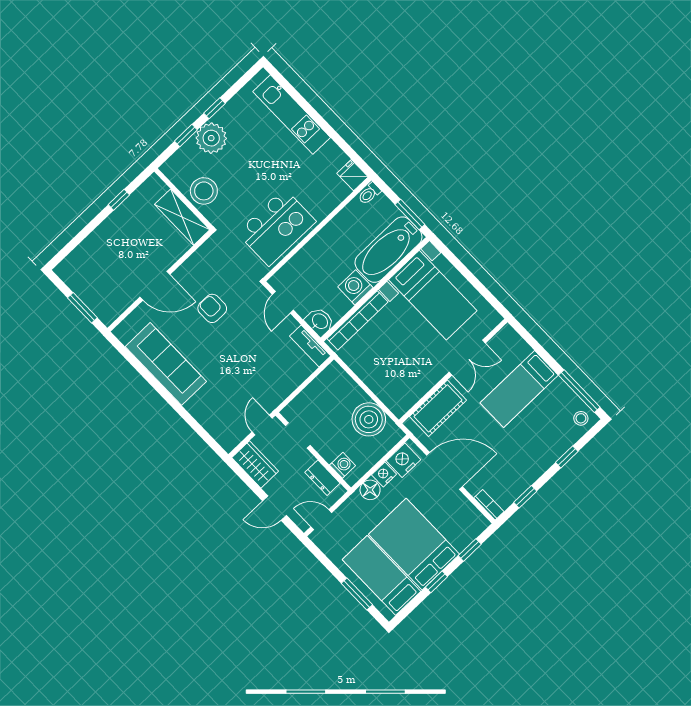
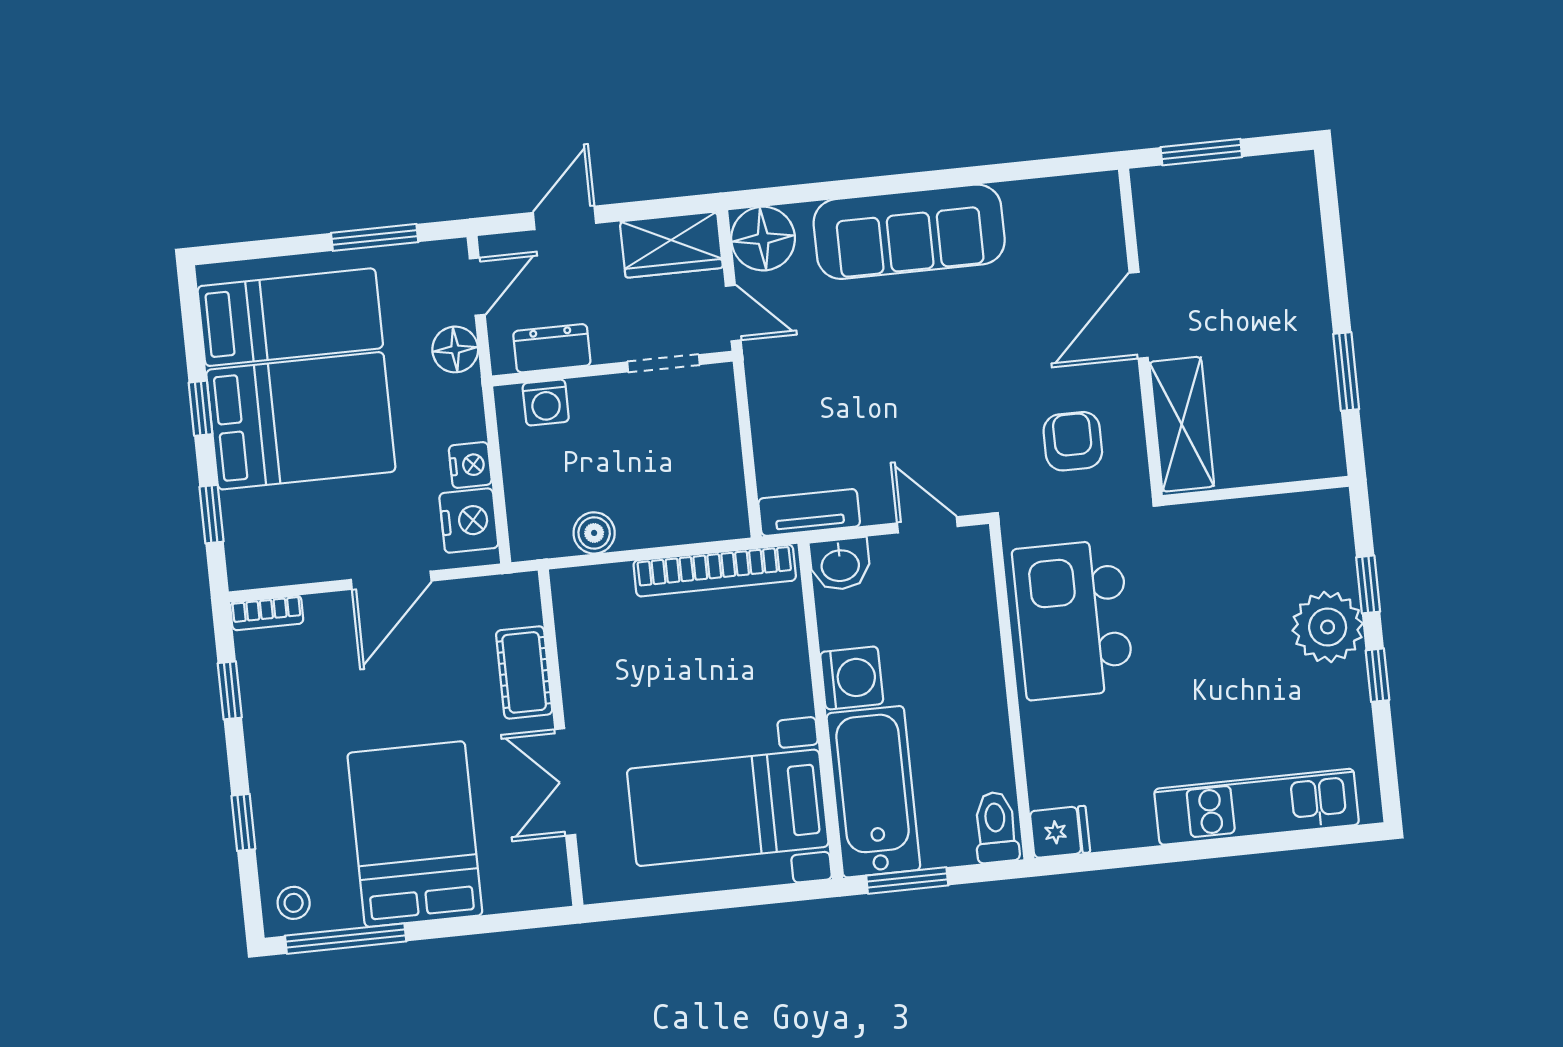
stool: (204, 191) -> (1242, 539), removed
toilet: (369, 194) -> (996, 827), width x1.37, depth x1.39
window: (119, 200) -> (1346, 372), width x1.50
shelving: (182, 217) -> (1182, 424), moved, turned 90
armchair: (212, 308) -> (1073, 441), moved, turned -90
bookcase: (357, 320) -> (715, 571), moved, turned -90
sofa: (166, 364) -> (909, 232), moved
bed: (519, 389) -> (415, 834), width x1.50
cot: (438, 408) -> (524, 672), width x0.73, depth x0.75
boiler: (369, 419) -> (594, 533), width x0.54, depth x0.54
floor lamp: (229, 435) -> (763, 239), added
door: (445, 471) -> (391, 580), width x0.73
floor lamp: (370, 490) -> (455, 349), moved
window: (357, 594) -> (375, 237), moved

